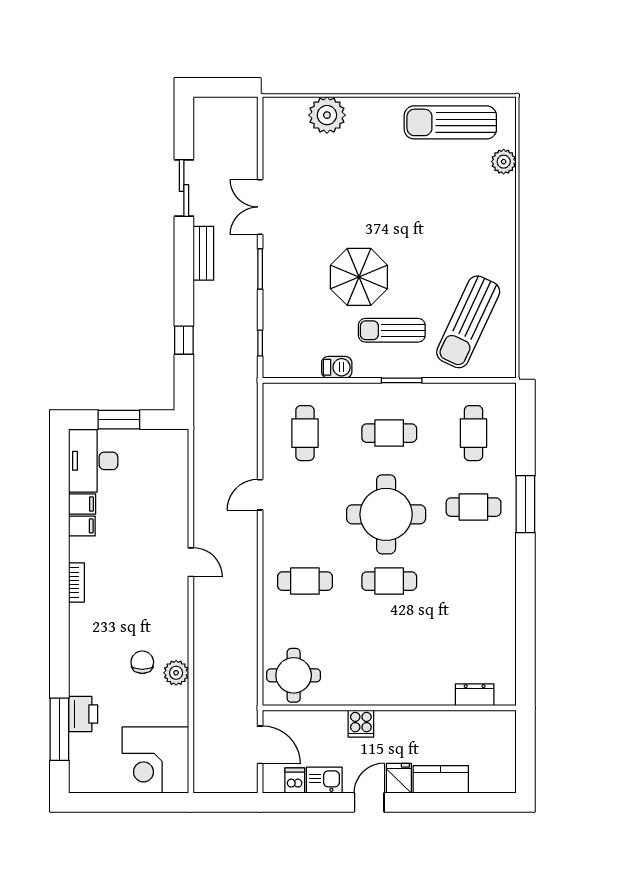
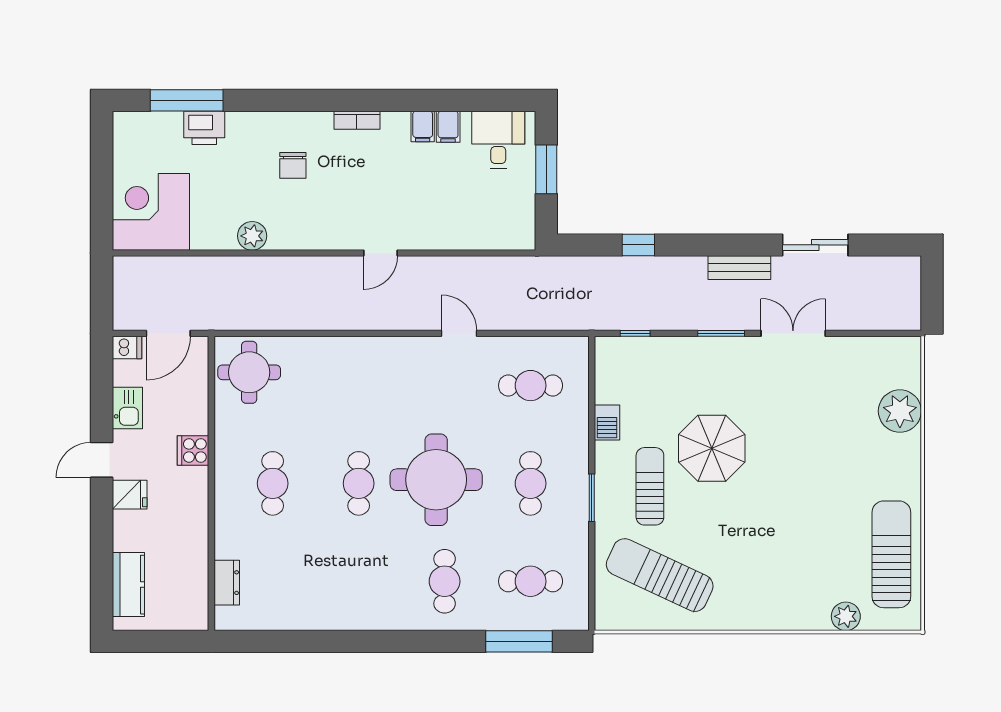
desk: (93, 461) -> (498, 140), width x0.73
window: (525, 504) -> (519, 641), moved
cafe table: (305, 581) -> (273, 483), moved
chair: (142, 662) -> (293, 165), moved, turned 90
kitchen counter: (441, 779) -> (128, 585), moved
dishwasher: (295, 781) -> (127, 347), moved
door: (369, 802) -> (102, 460), swing flipped

